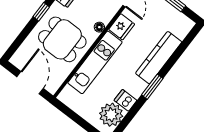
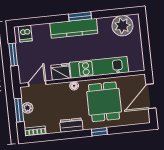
kitchen counter: (159, 58) -> (74, 28), moved
dishwasher: (125, 100) -> (25, 34), moved

